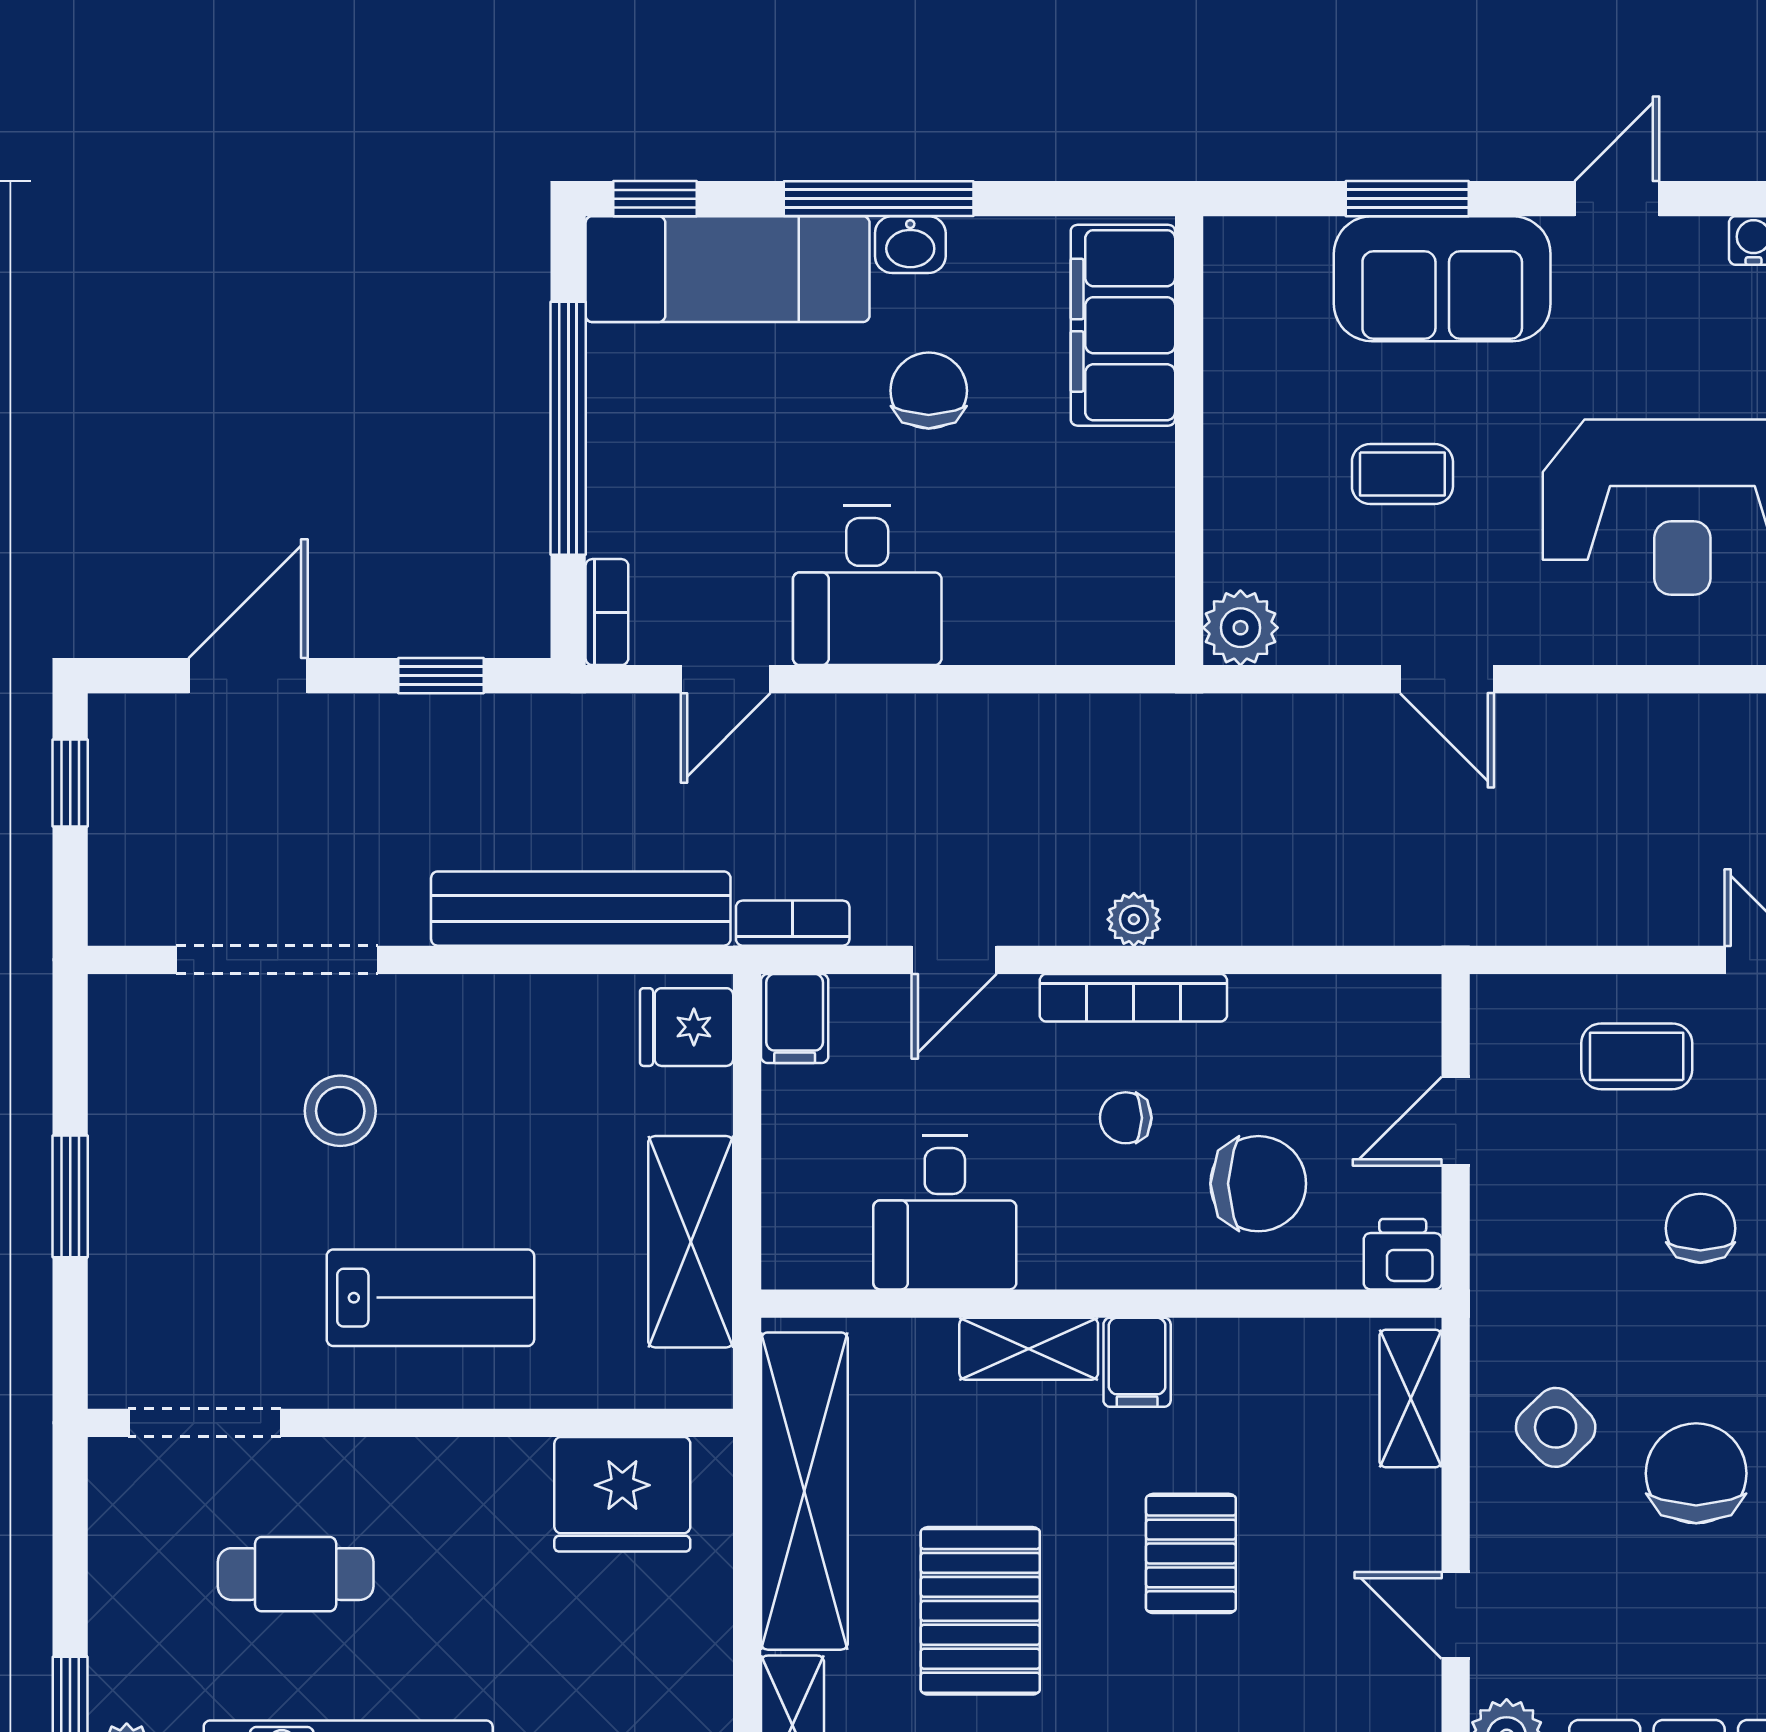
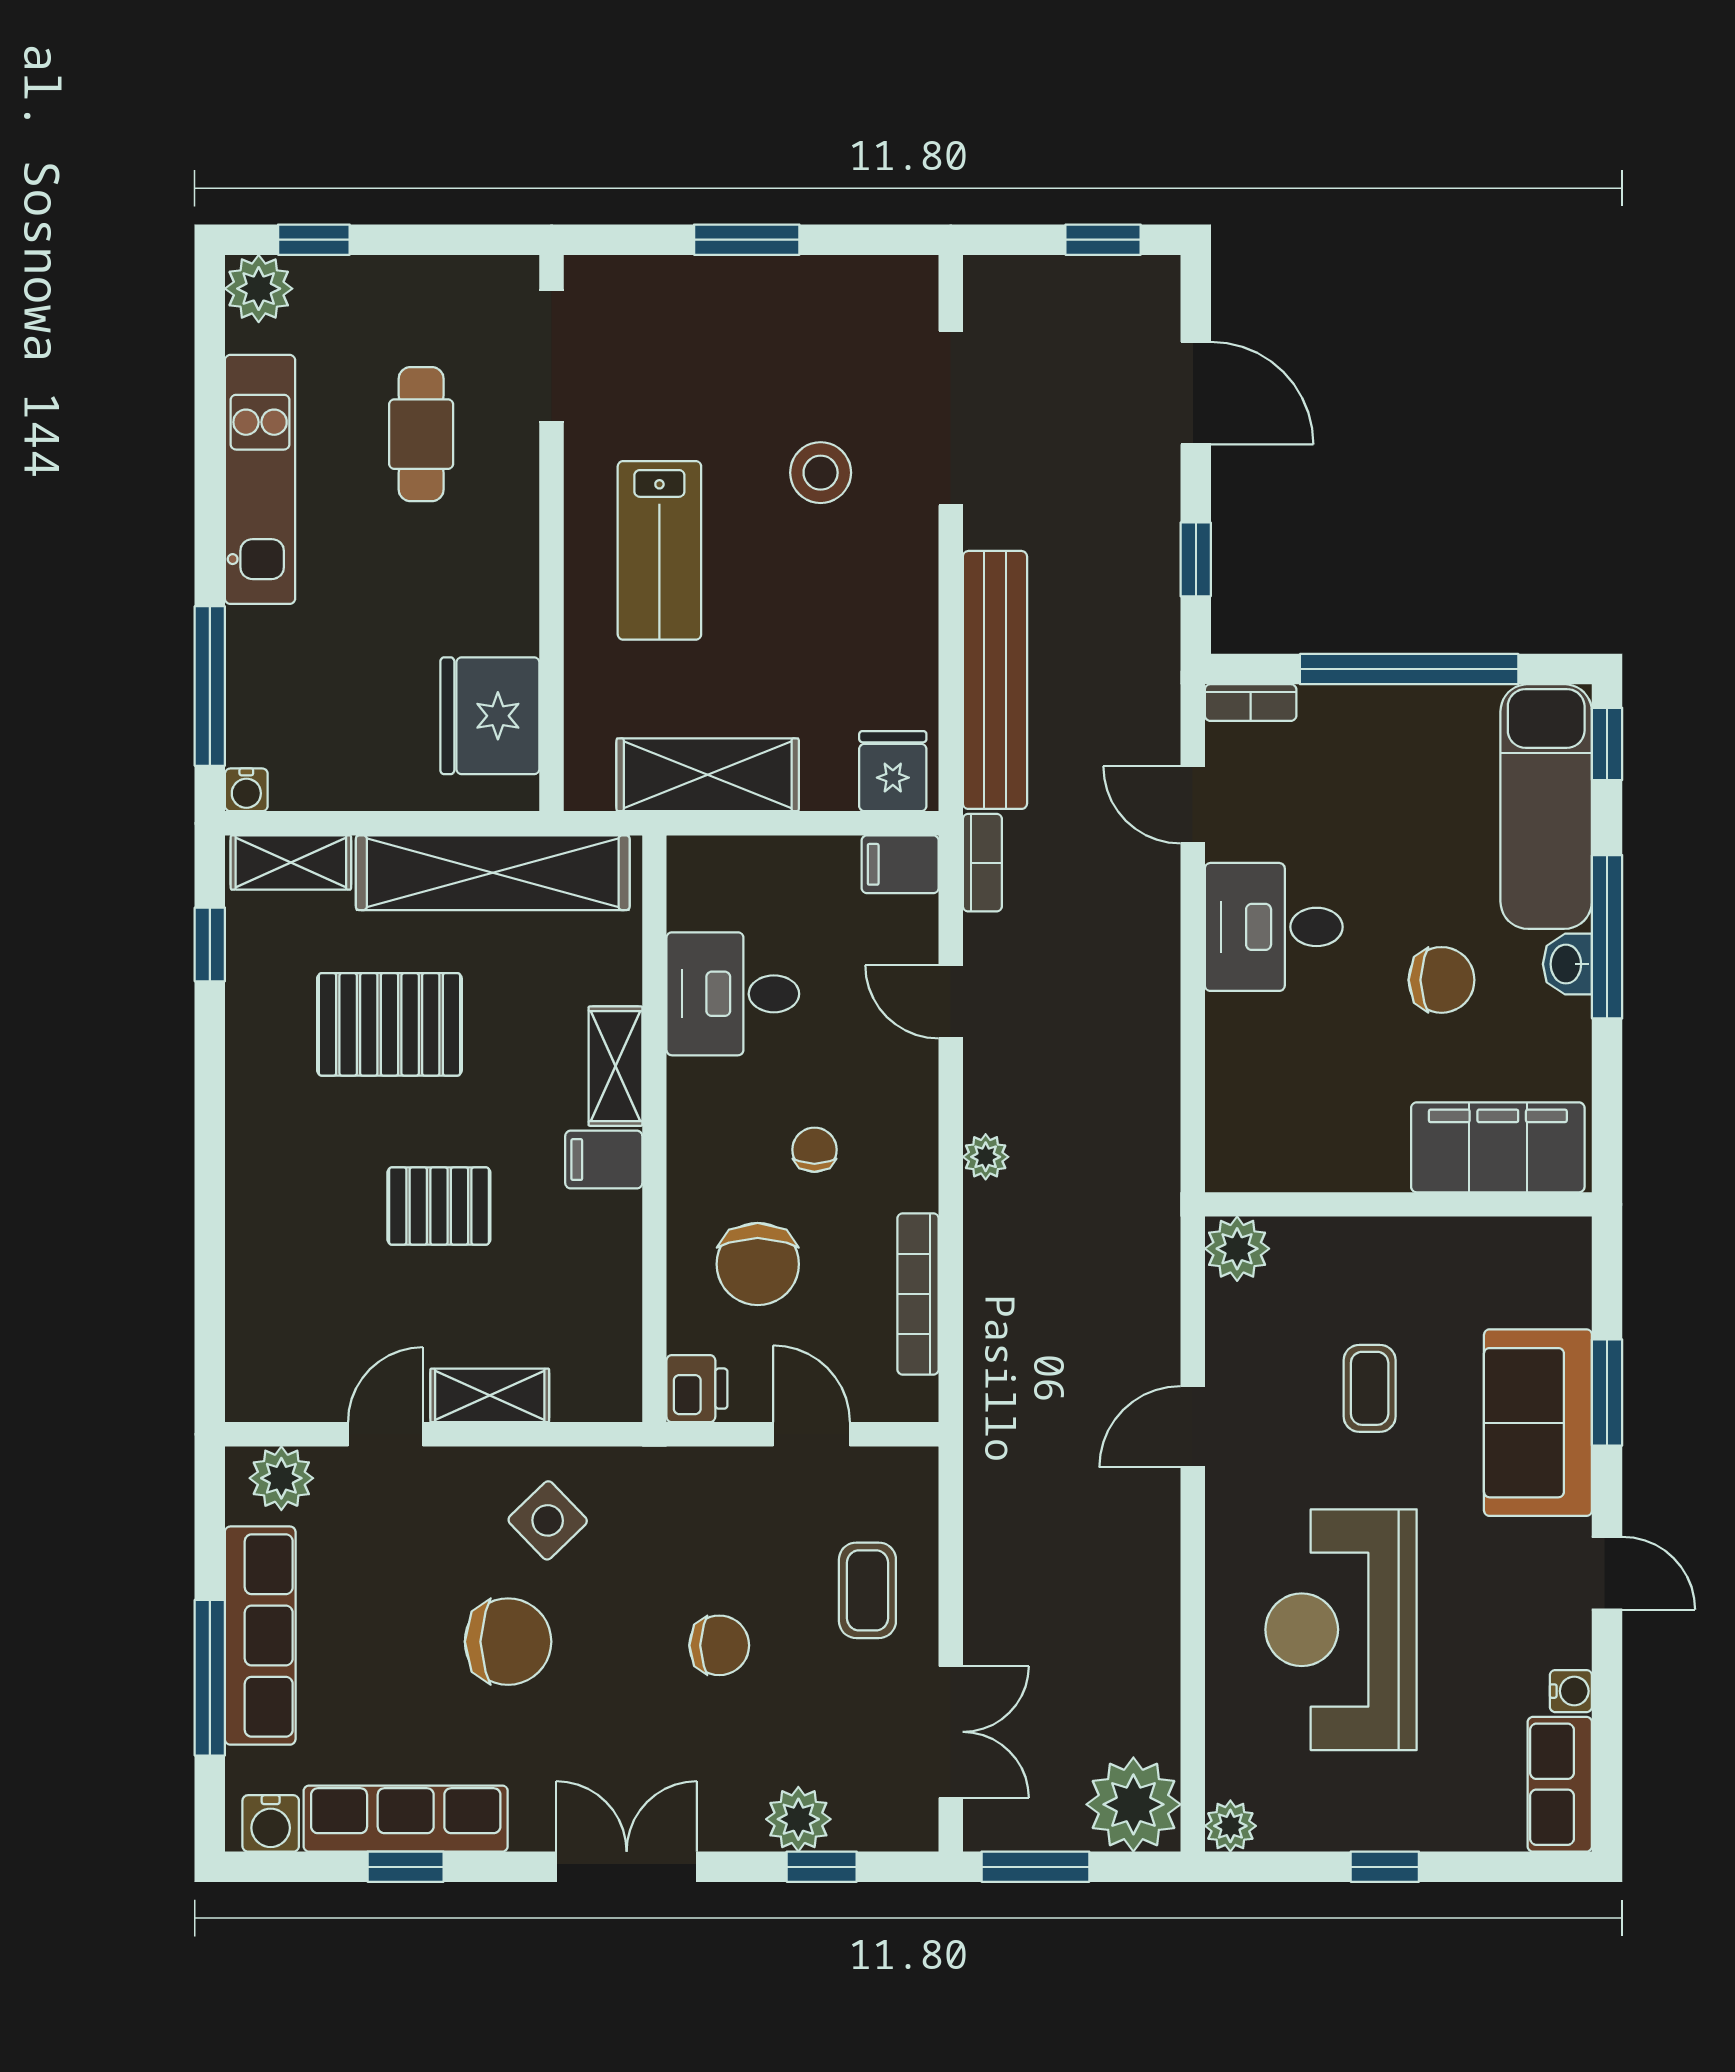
bookcase: (1133, 998) -> (918, 1294), moved
shelving: (1411, 1398) -> (490, 1395), moved

